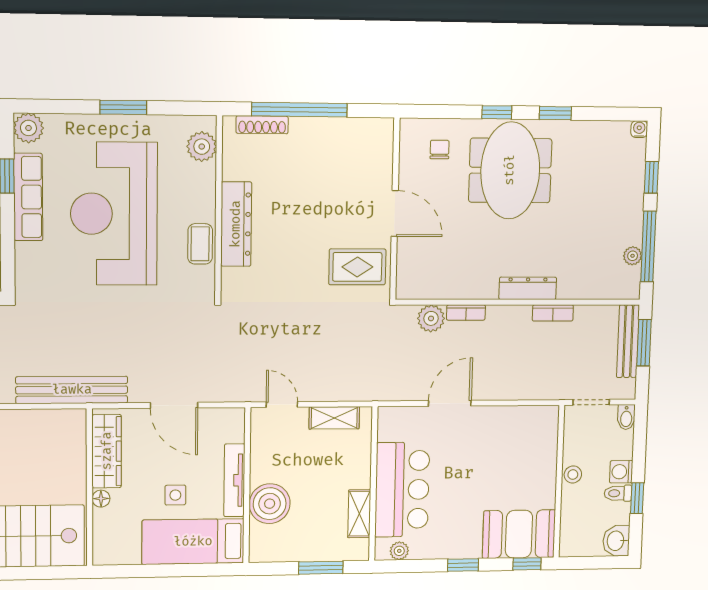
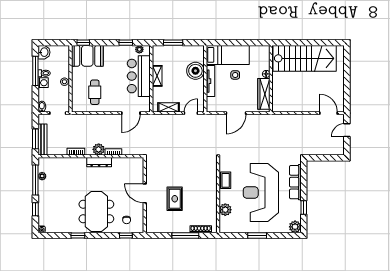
window: (299, 110) -> (185, 235), width x0.68
window: (497, 112) -> (126, 235), moved
plant: (202, 147) -> (225, 210), moved
row of seats: (28, 197) -> (295, 182), moved
reception desk: (114, 214) -> (261, 192), turned 180
dresser: (236, 224) -> (211, 189), removed
rug: (357, 267) -> (175, 199), moved, turned 90
dresser: (528, 288) -> (99, 162), moved
plant: (431, 318) -> (99, 149), moved
bench: (72, 390) -> (278, 120), removed
door: (450, 403) -> (131, 113), moved
door: (174, 405) -> (236, 113), swing flipped
door: (282, 405) -> (191, 113), swing flipped
cafe table: (505, 451) -> (95, 92), added
window: (637, 498) -> (35, 71), width x2.17
shelving: (359, 514) -> (157, 76), moved
window: (463, 565) -> (126, 43), moved

